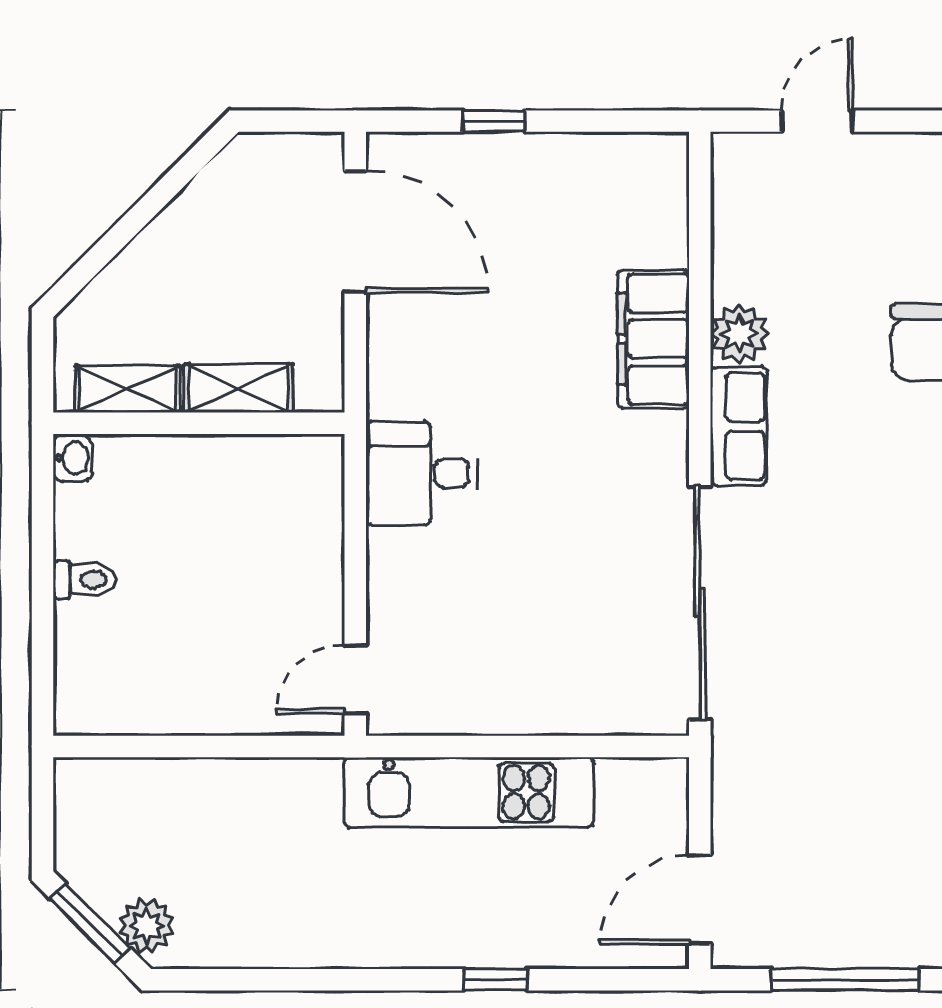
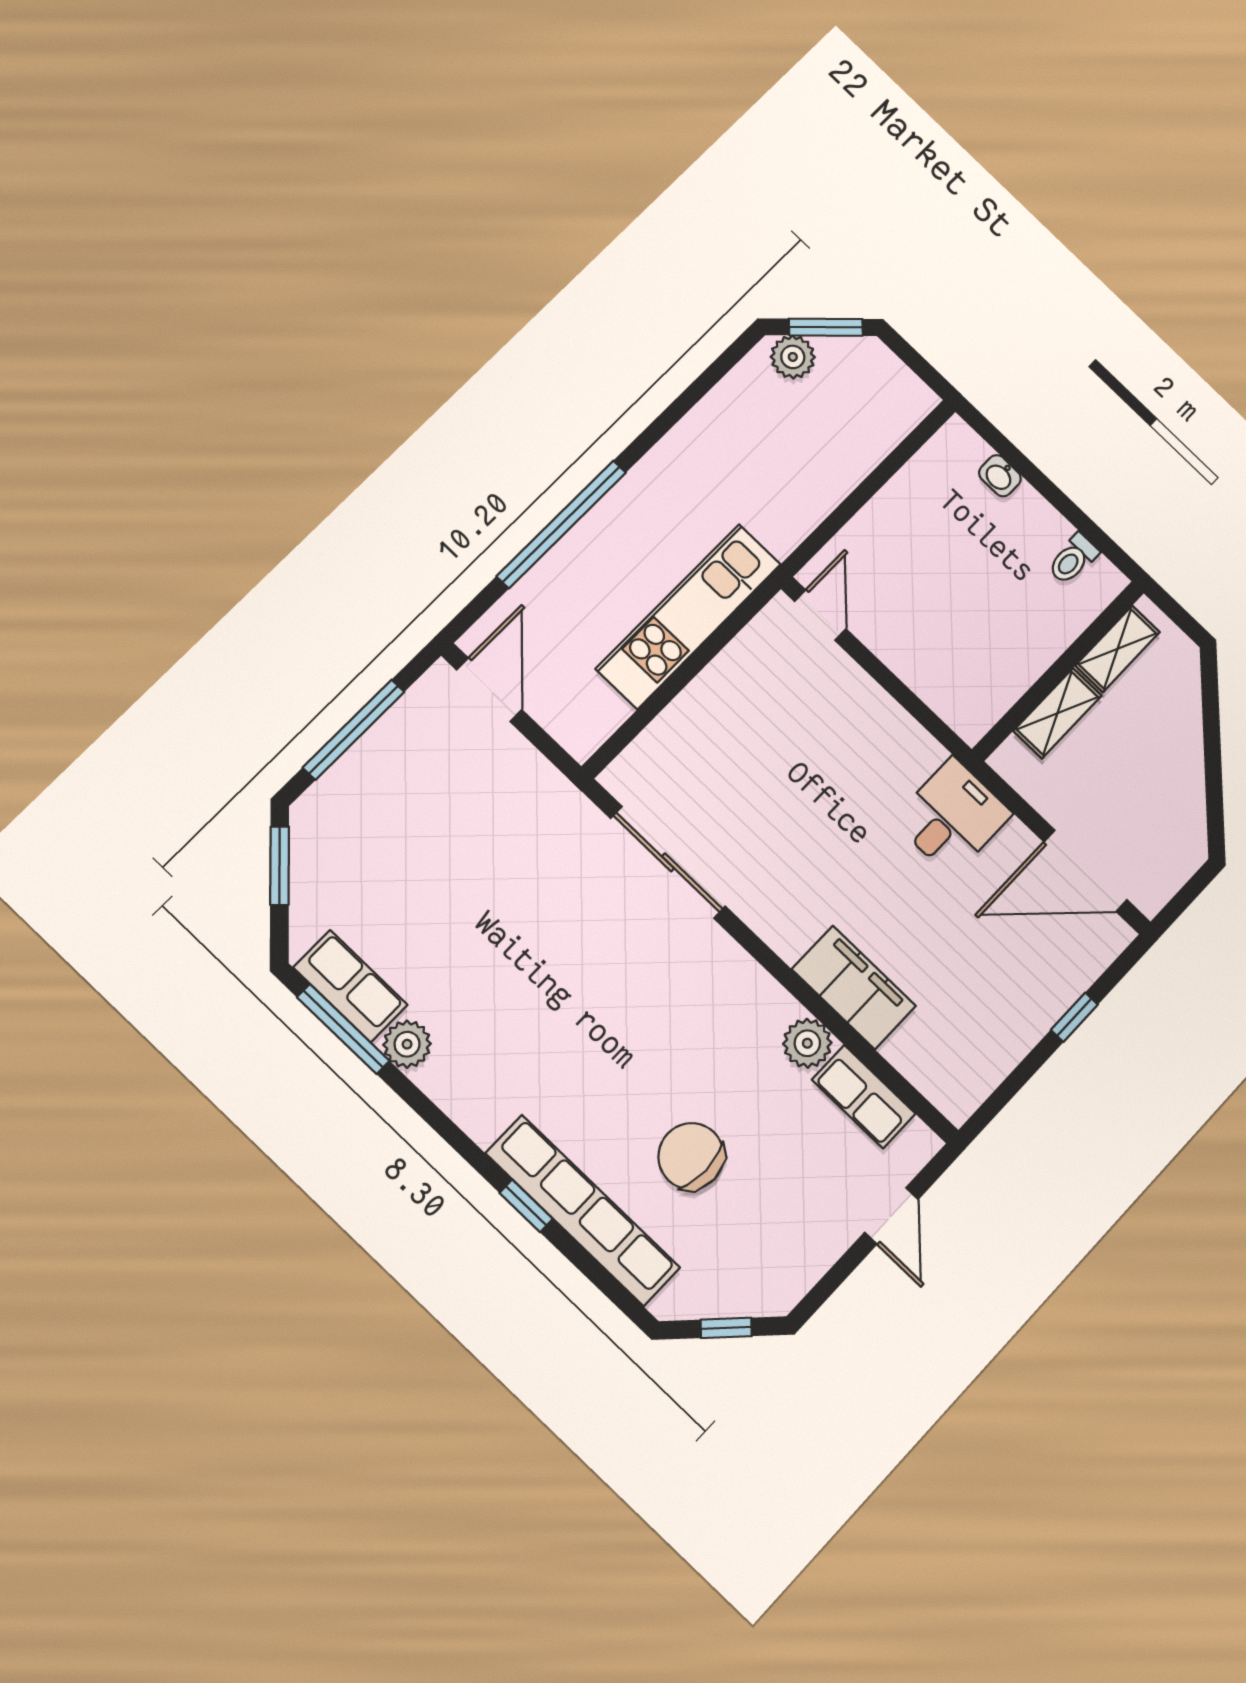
row of seats: (739, 426) -> (864, 1097), moved
washbasin: (73, 458) -> (1000, 476), moved
desk: (422, 473) -> (952, 817), moved
toilet: (84, 580) -> (1073, 559), moved
sliding door: (700, 603) -> (668, 862), width x0.73
window: (496, 980) -> (561, 524), width x3.17

